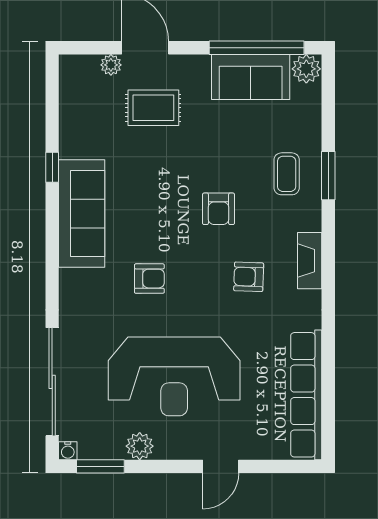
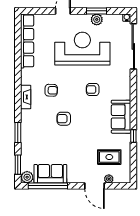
window: (328, 99) -> (18, 165), added
rug: (153, 108) -> (109, 157), moved
coffee table: (287, 174) -> (35, 133), removed
armchair: (219, 209) -> (64, 119), turned -90
sofa: (82, 213) -> (121, 117), width x0.73
window: (100, 466) -> (97, 11), moved

